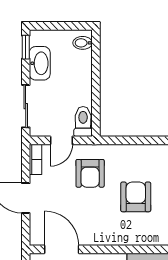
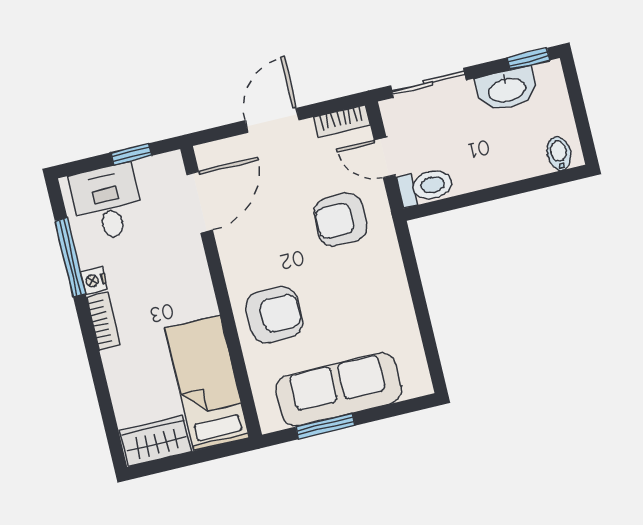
armchair: (136, 197) -> (274, 315), moved

